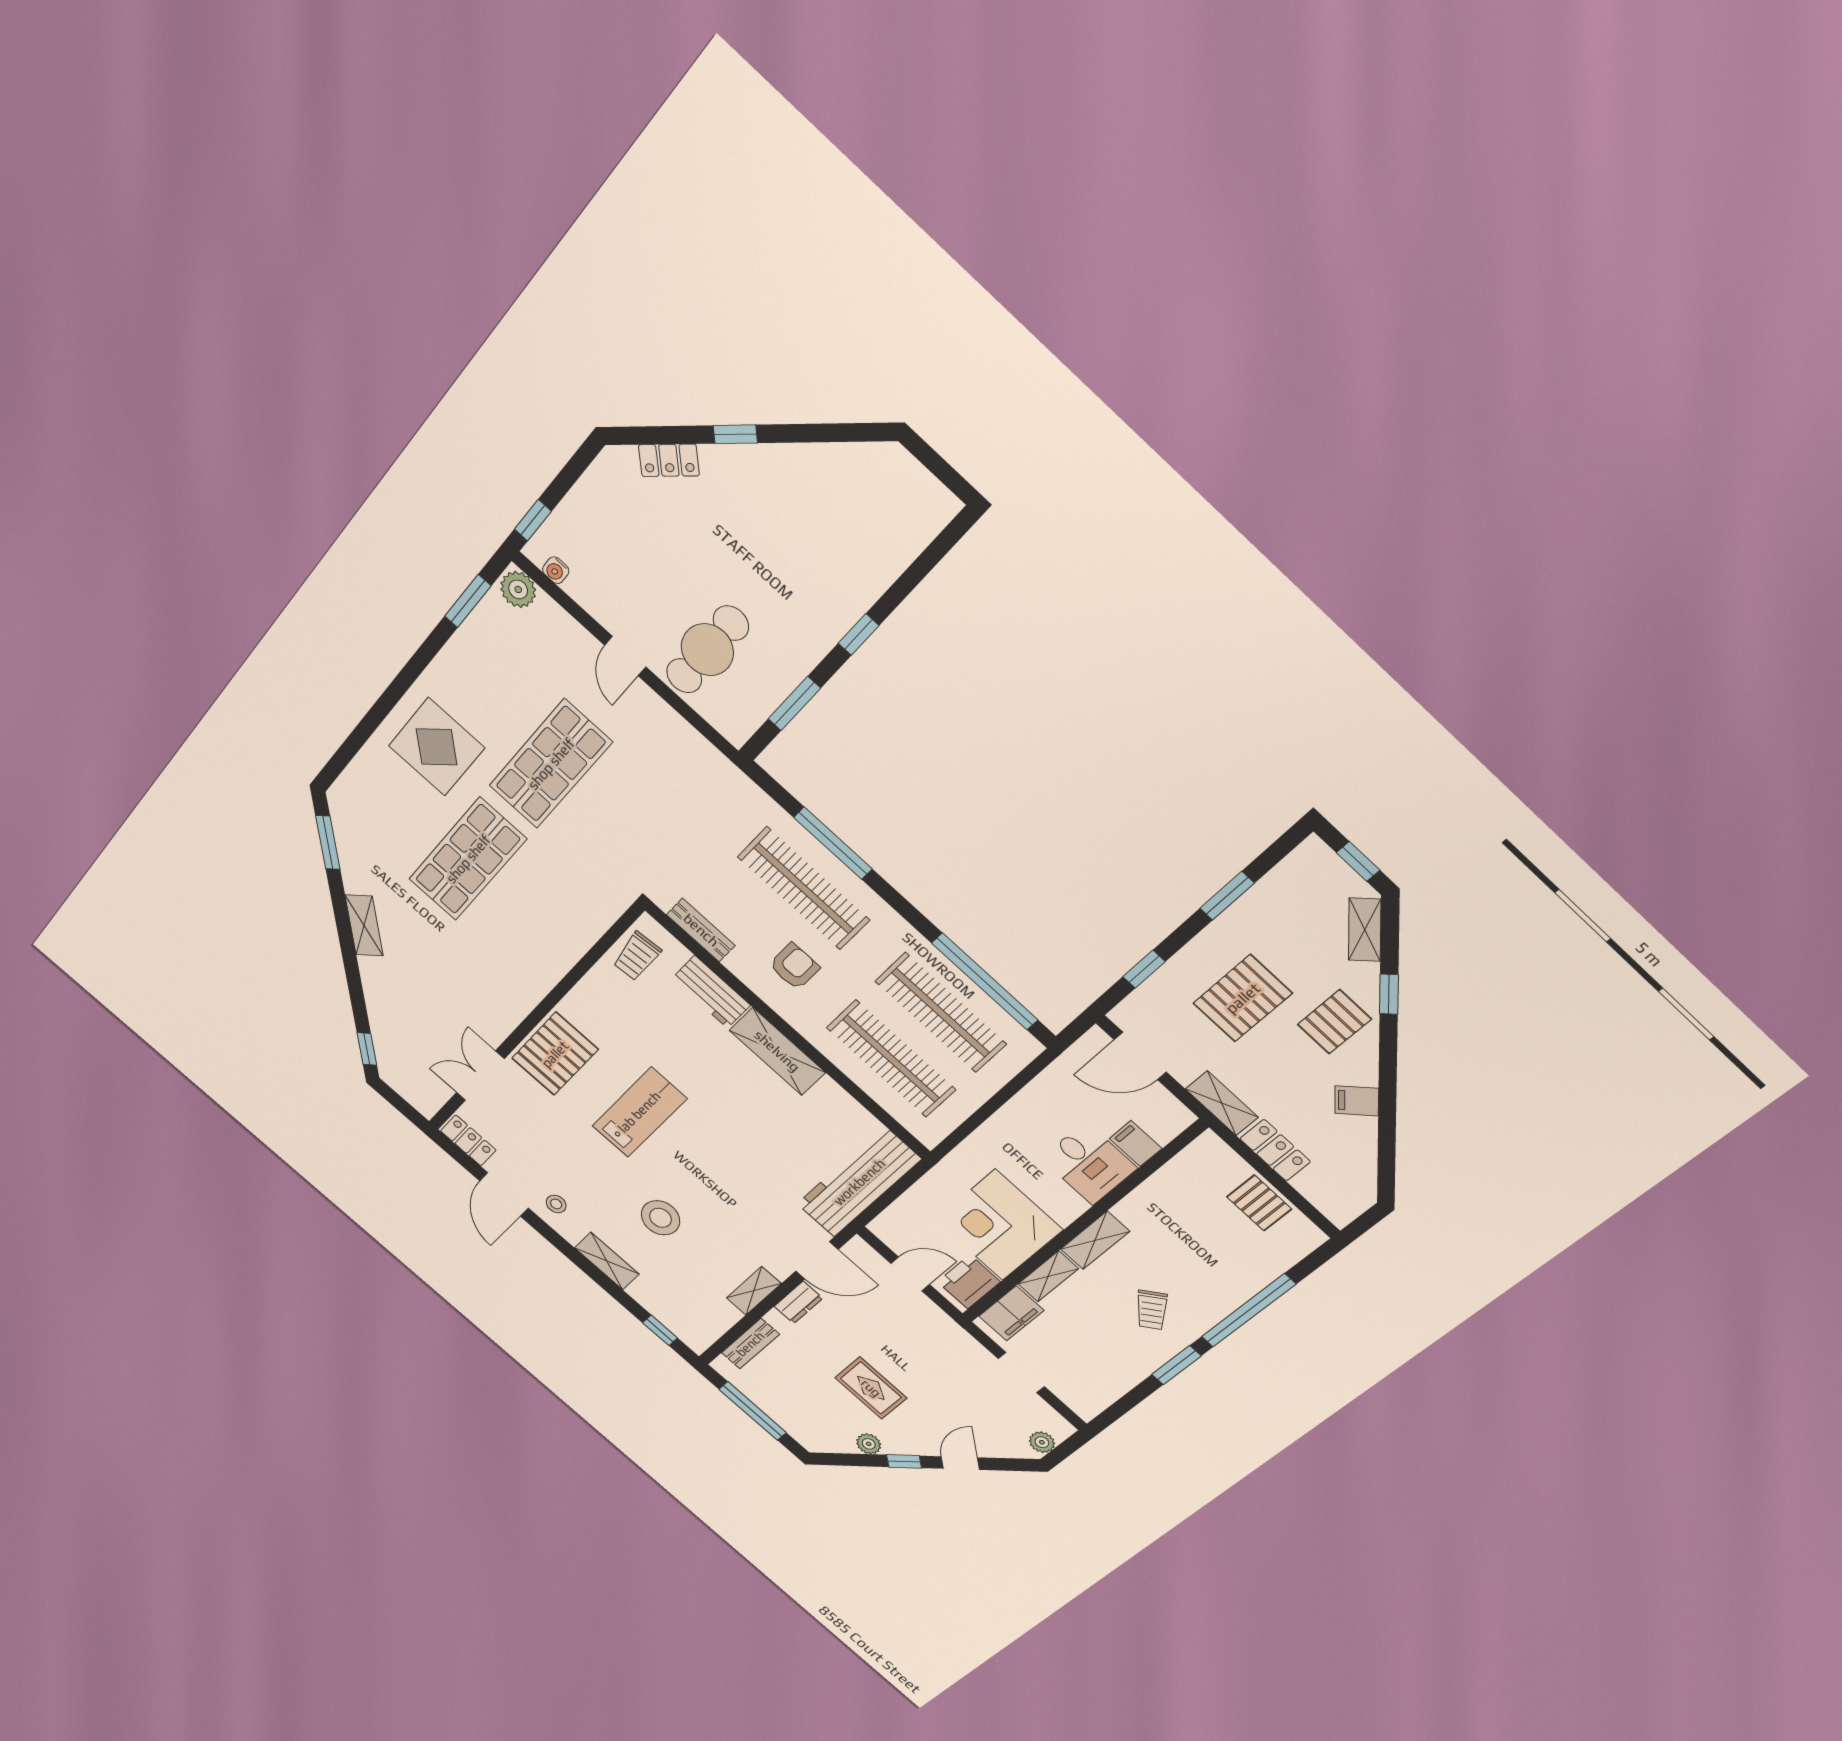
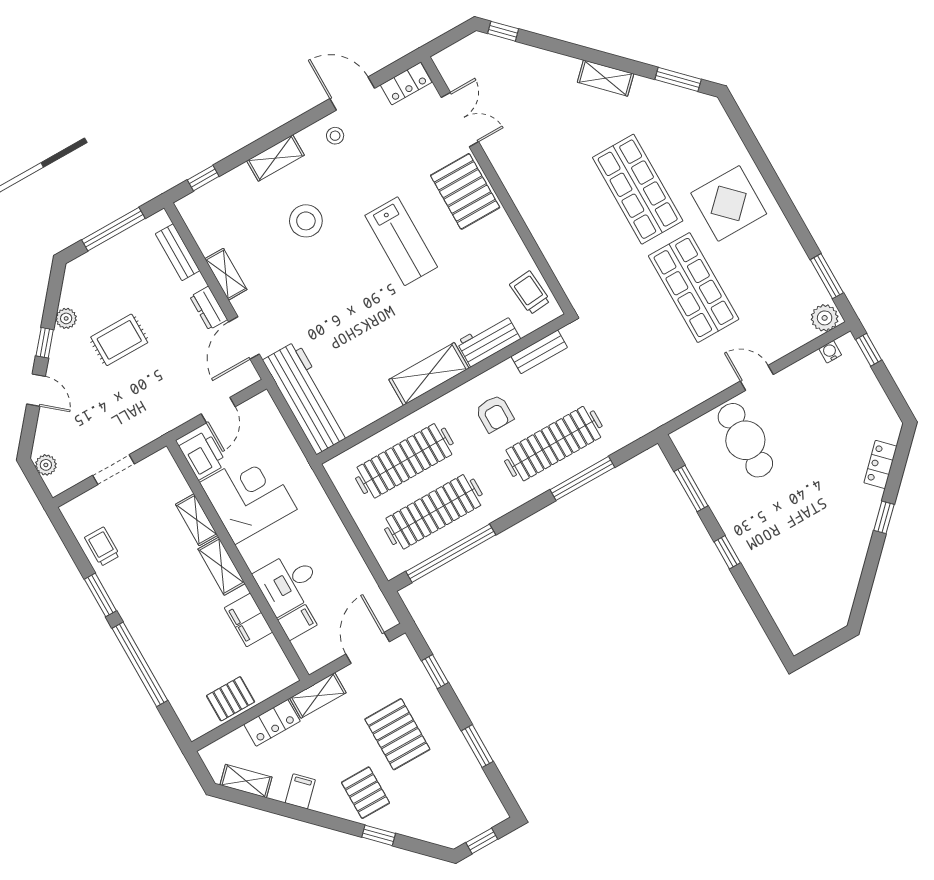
shelving: (1365, 930) -> (246, 781), moved
trolley: (1152, 1310) -> (102, 547), moved, turned 40
filing cabinet: (1011, 1313) -> (249, 620), moved

